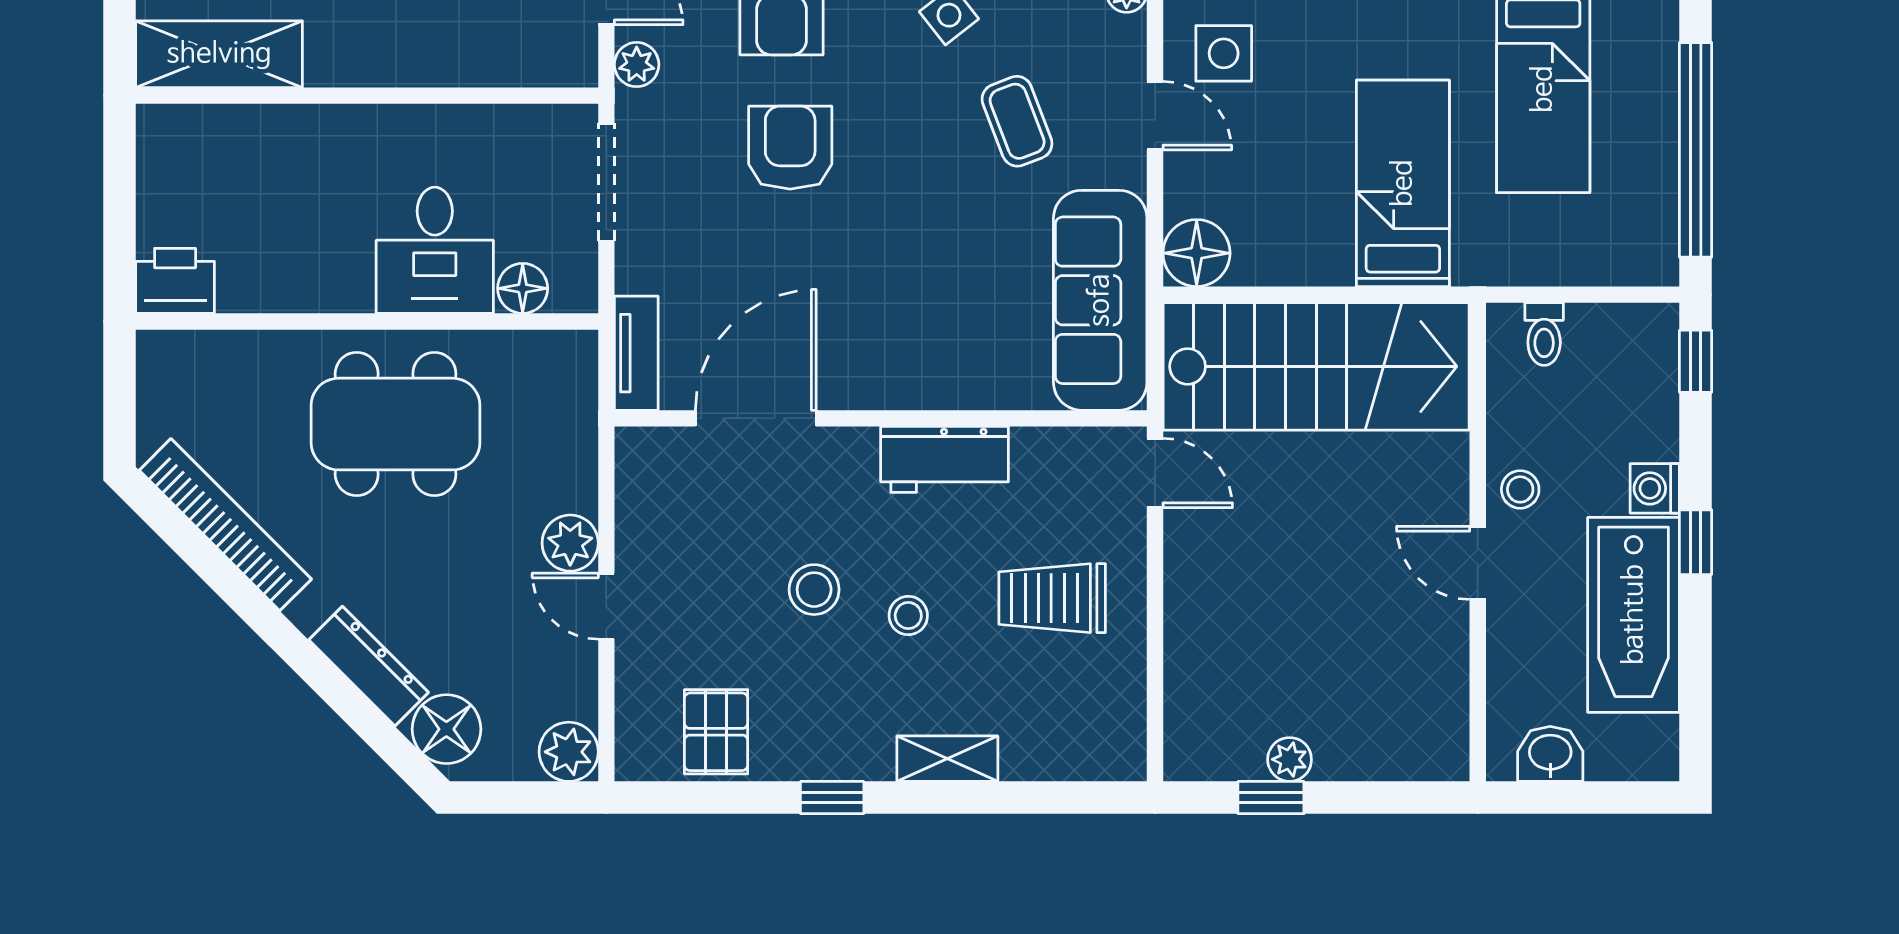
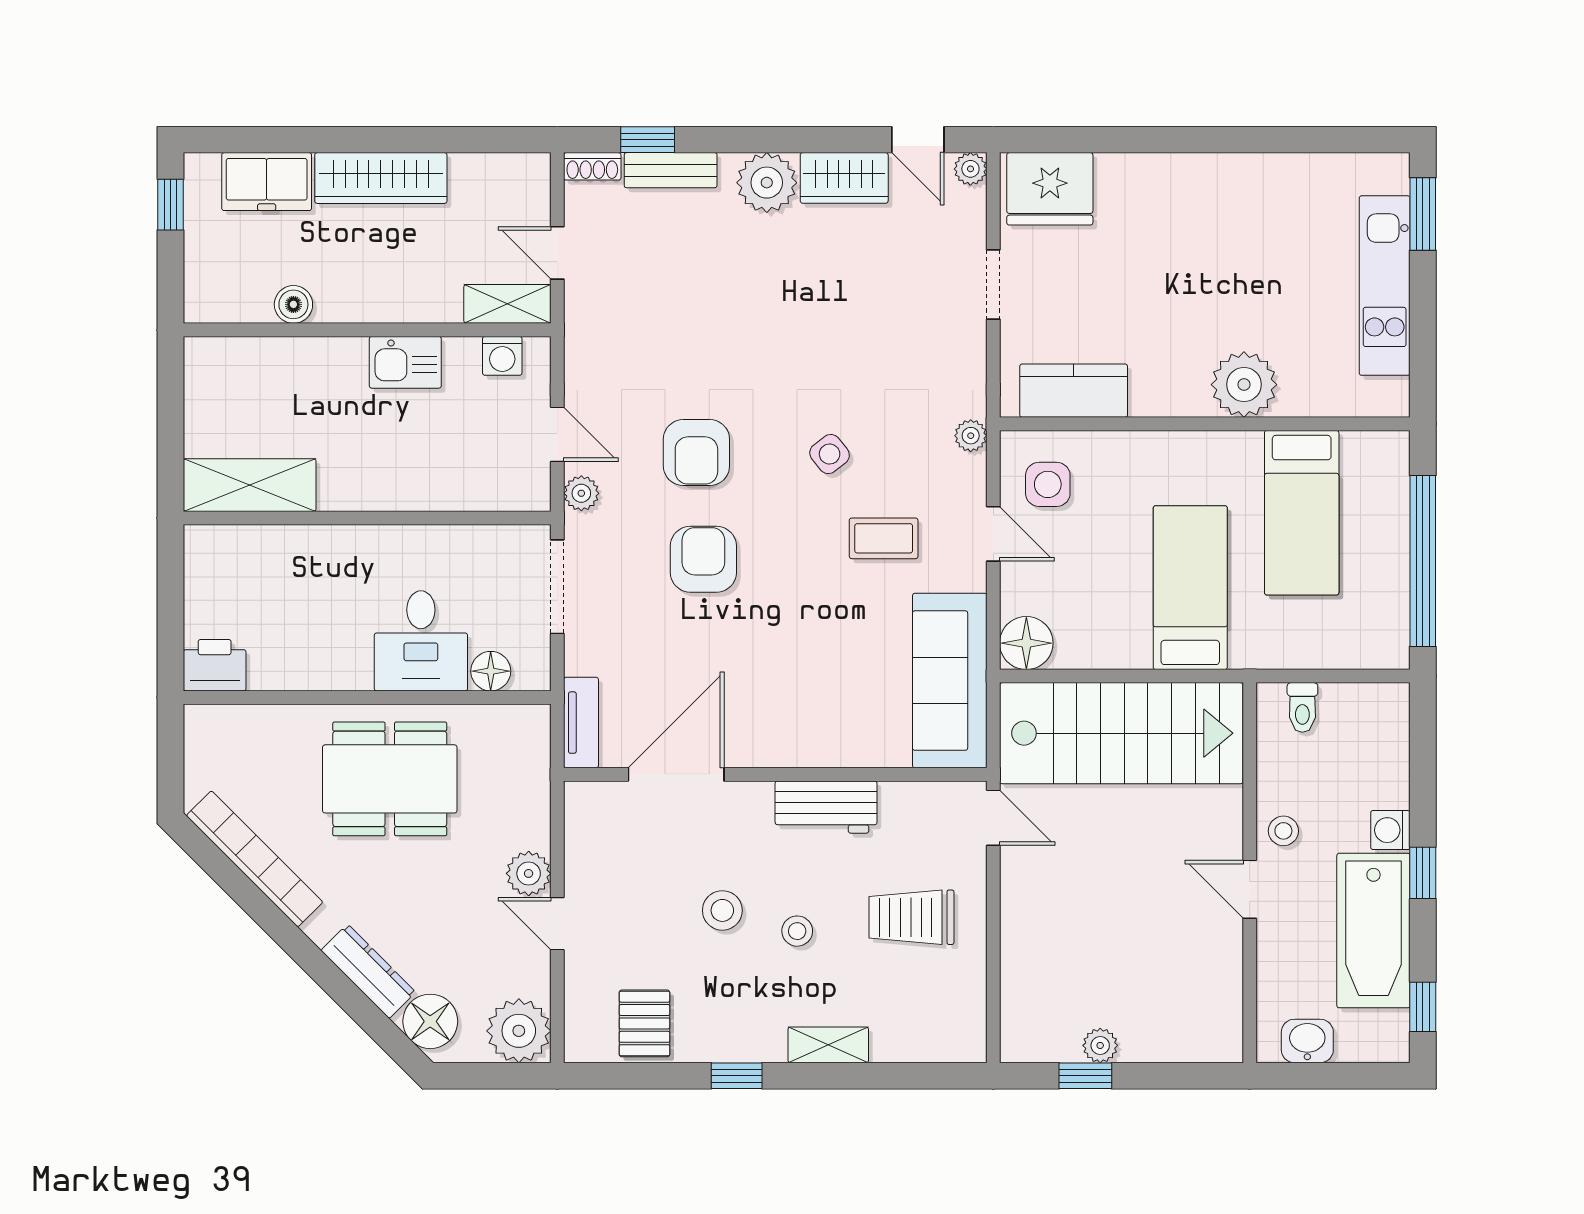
coffee table: (1017, 121) -> (884, 538), turned -69
window: (1696, 361) -> (1423, 1007), moved
plant: (569, 752) -> (519, 1031), width x1.36, depth x1.36

